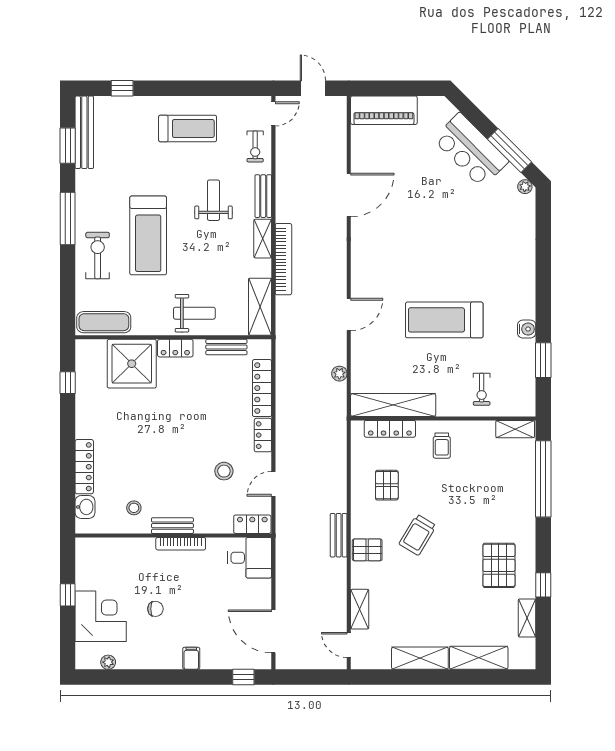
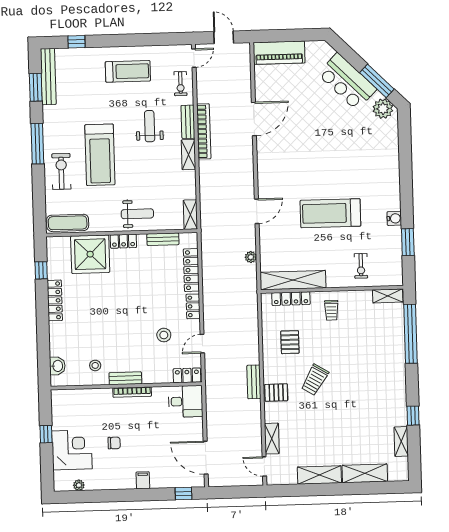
plant: (525, 187) -> (383, 109), width x1.88, depth x1.88
bookcase: (283, 259) -> (204, 131), moved
shelving: (260, 307) -> (190, 215), width x0.67, depth x0.75
locker: (84, 467) -> (55, 300), moved
pallet: (499, 565) -> (378, 402), removed

